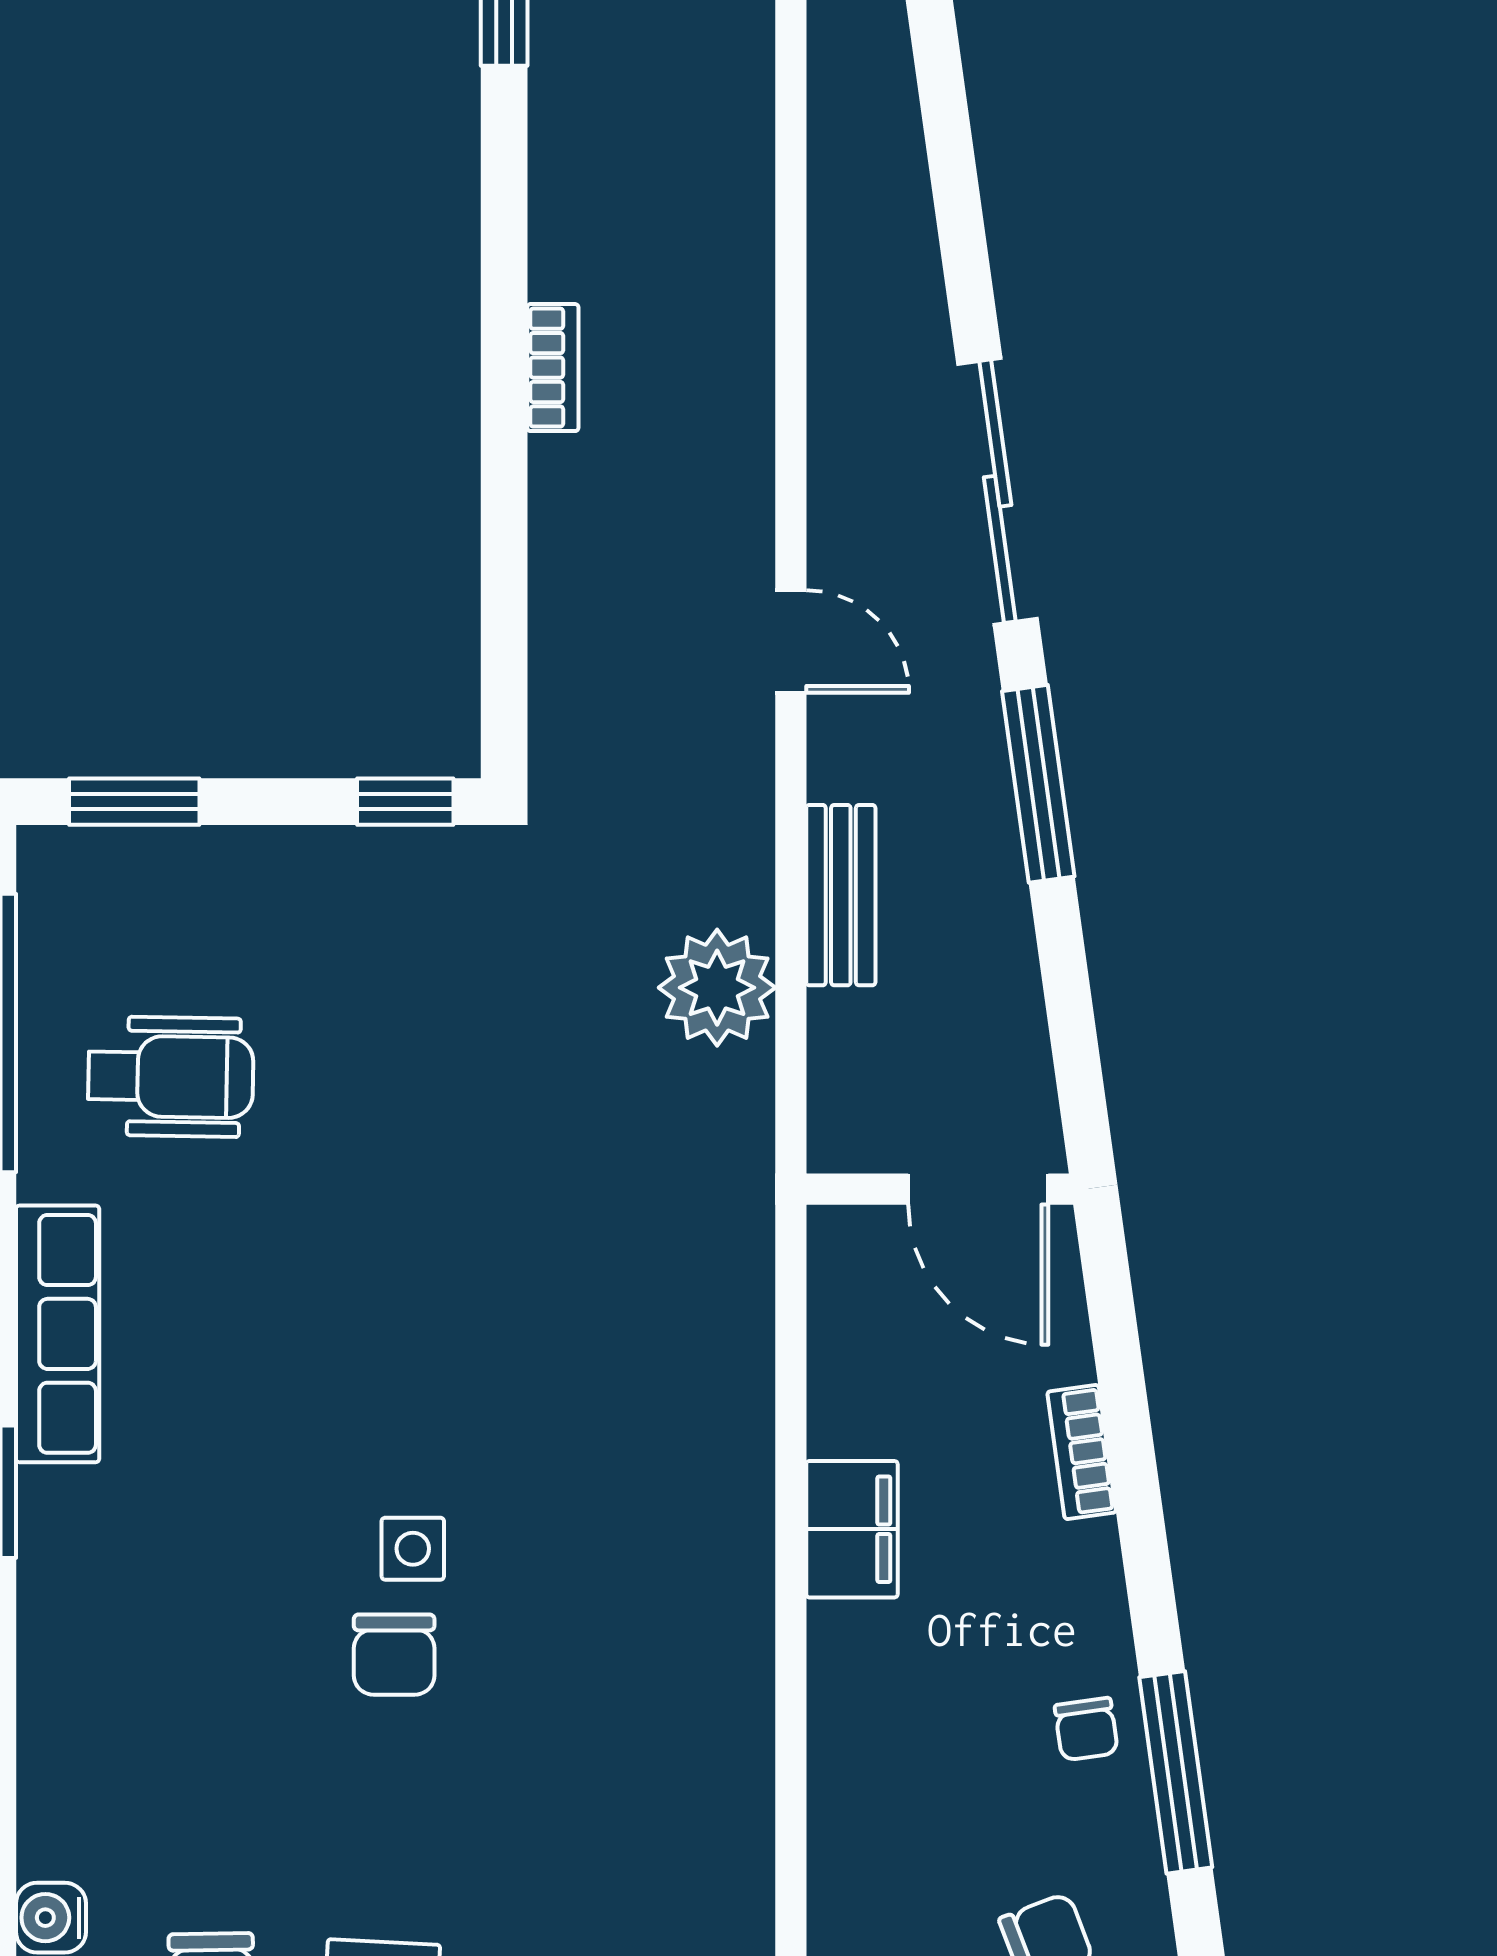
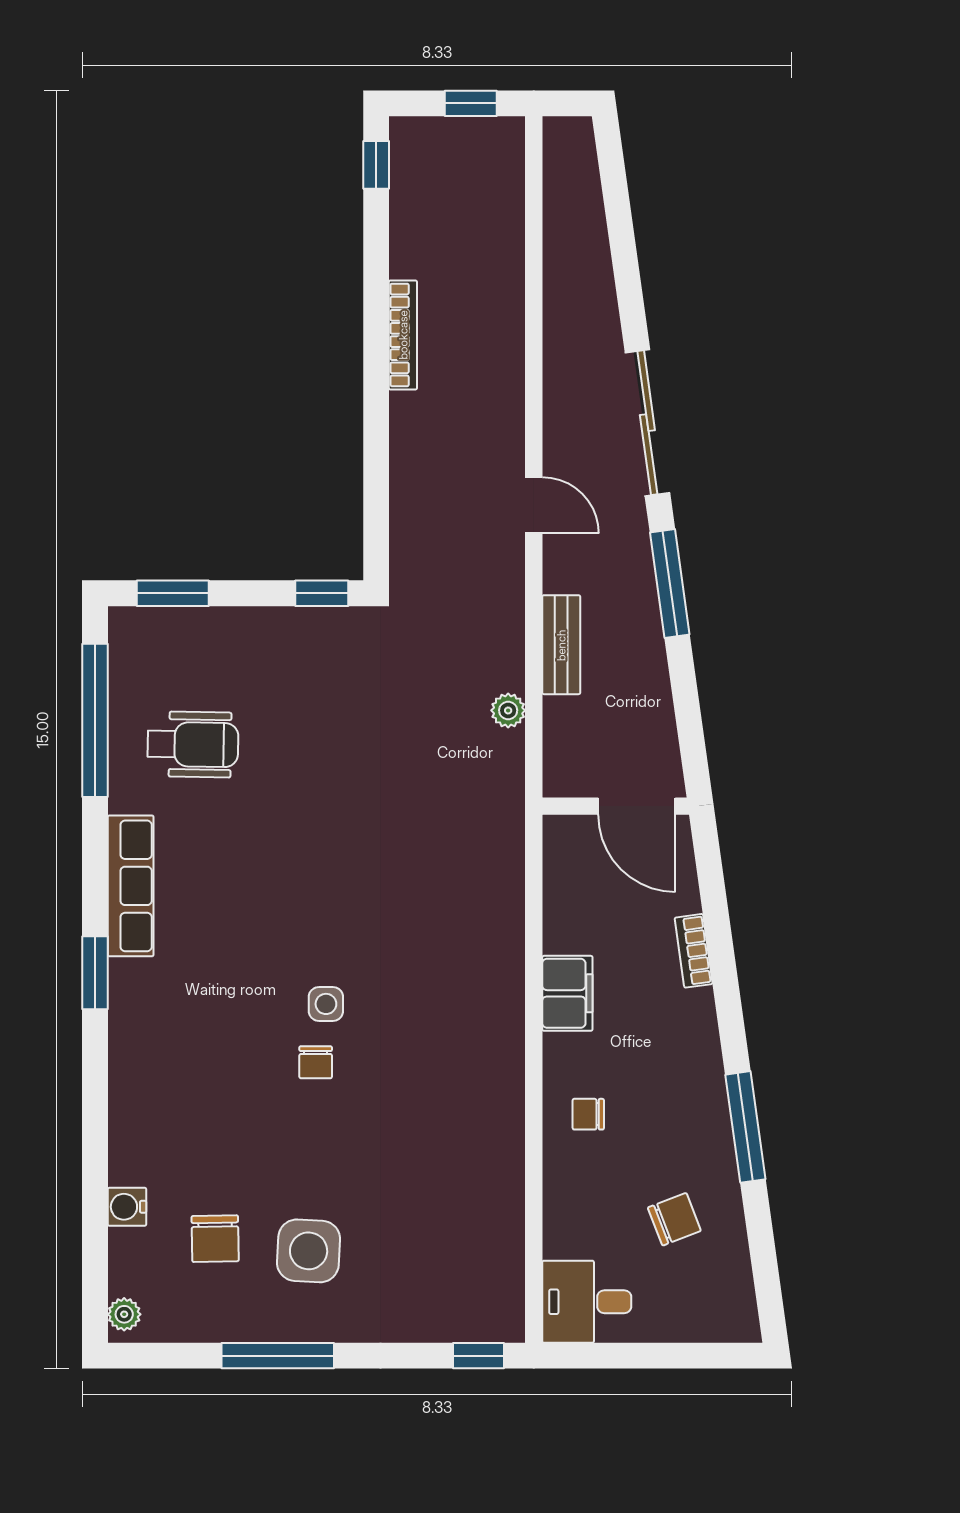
bookcase: (553, 368) -> (403, 335), width x1.56
plant: (717, 988) -> (508, 710), width x0.53, depth x0.53
chair: (394, 1655) -> (316, 1062), width x0.73, depth x0.73
chair: (1086, 1729) -> (588, 1114), moved, turned 98

